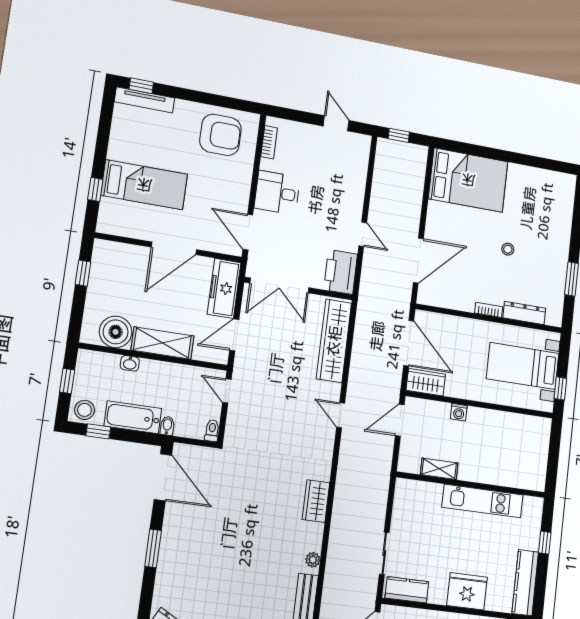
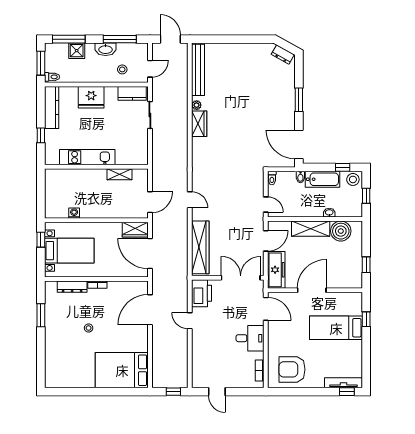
washing machine: (459, 412) -> (74, 213), moved
wardrobe: (316, 501) -> (199, 124), moved

